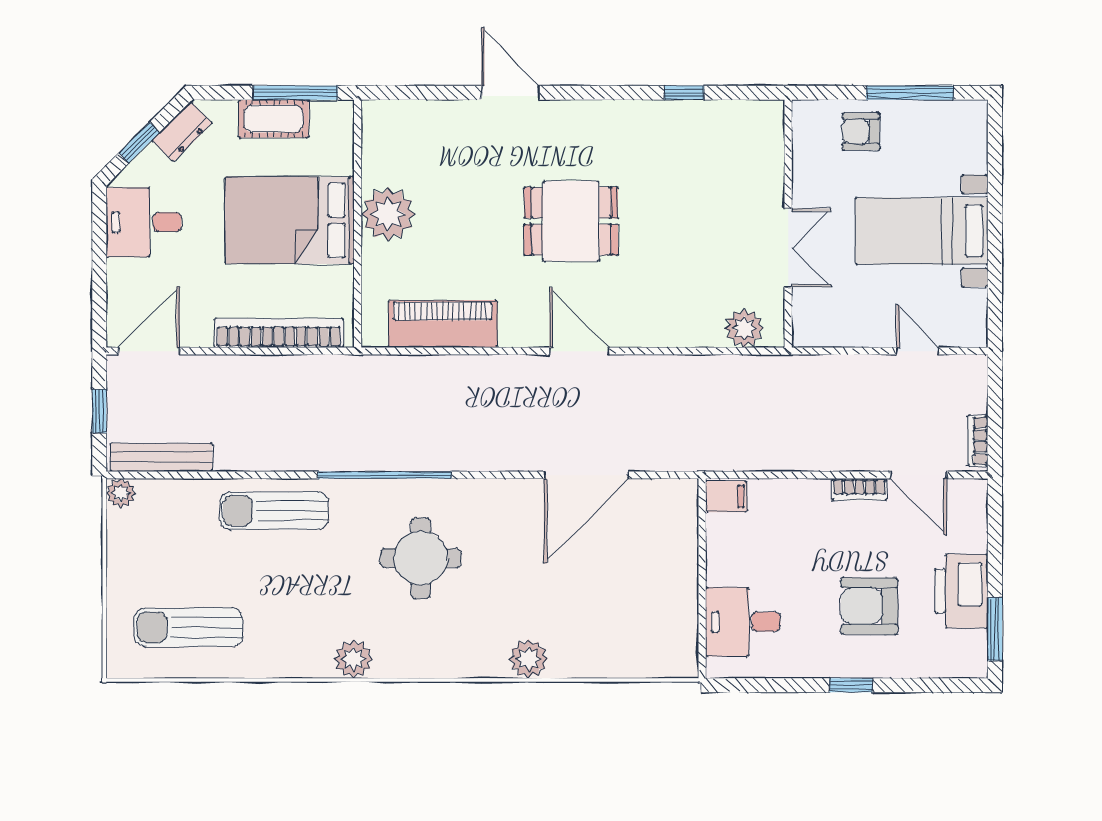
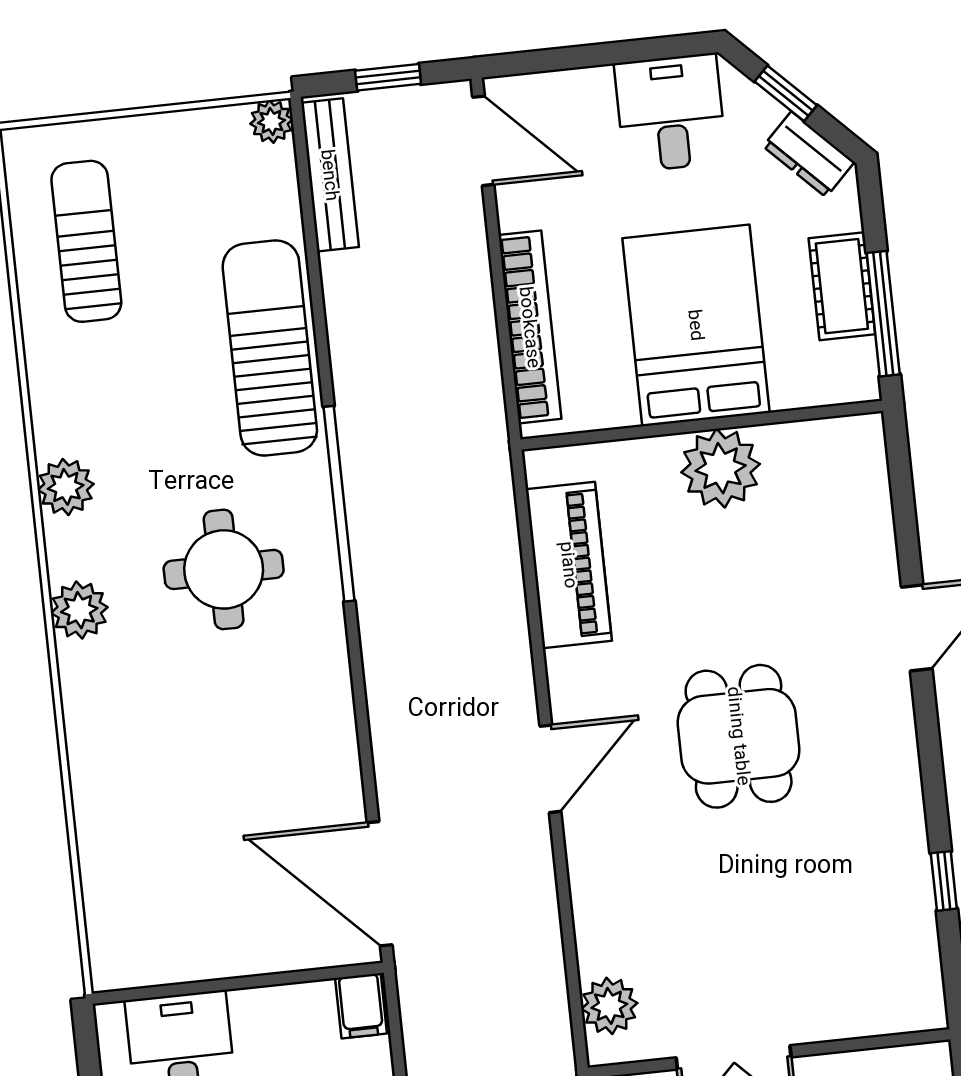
door: (586, 475) -> (380, 884), moved
sun lounger: (274, 511) -> (270, 348), width x1.36, depth x1.34
plant: (528, 659) -> (79, 610), moved

